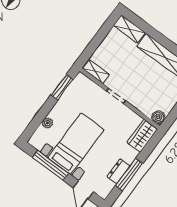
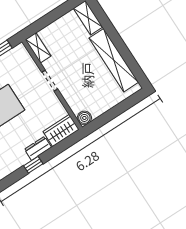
dresser: (118, 171) -> (38, 148), moved
window: (129, 174) -> (33, 165), width x0.46

